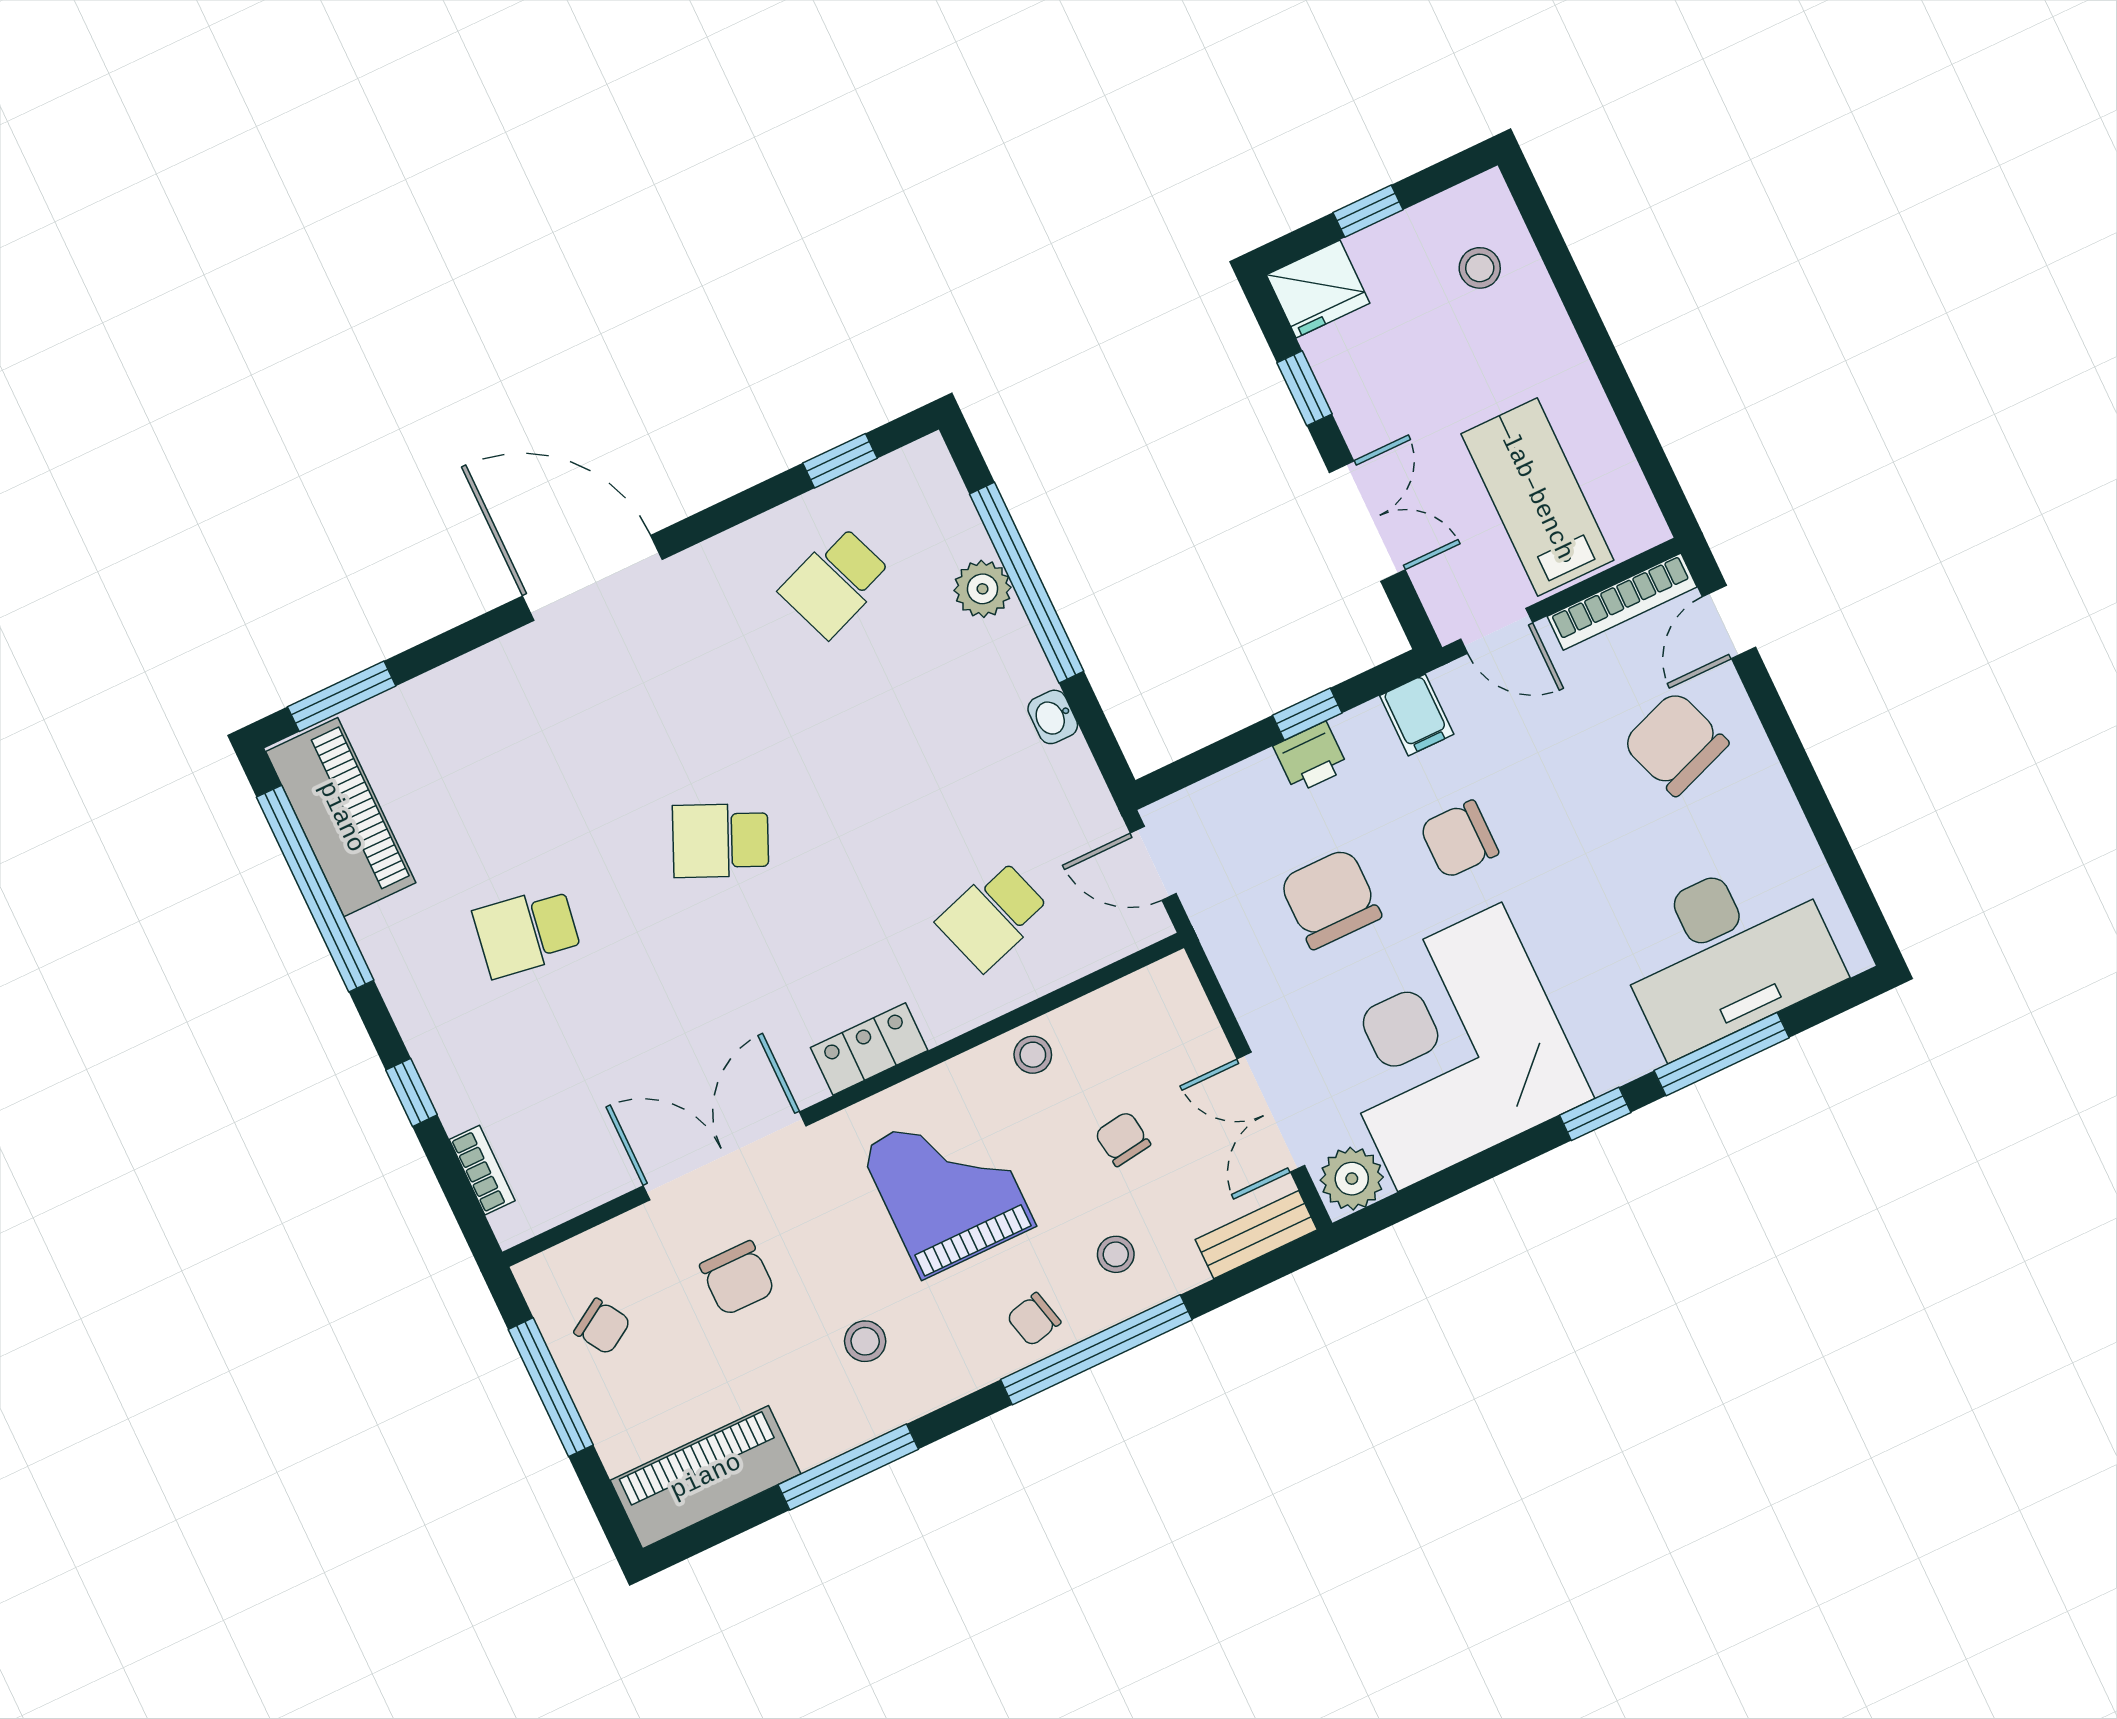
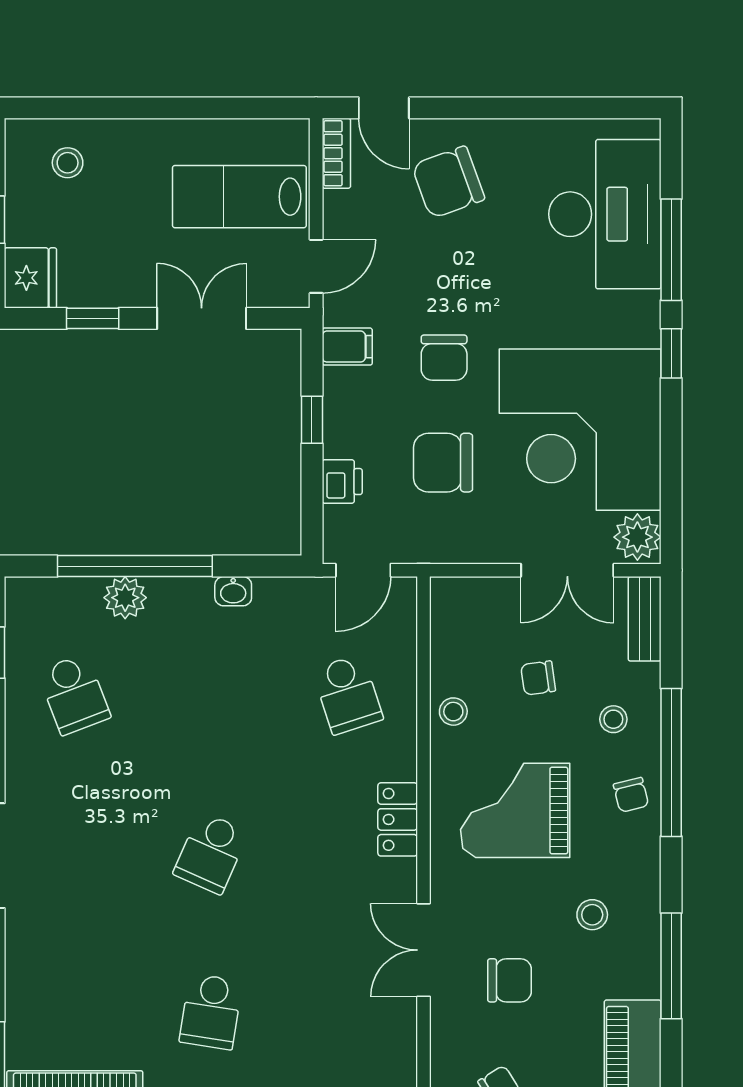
bookcase: (1622, 602) -> (336, 153), width x0.64
printer: (1311, 757) -> (342, 482), moved
double door: (725, 1156) -> (423, 950), width x0.73

